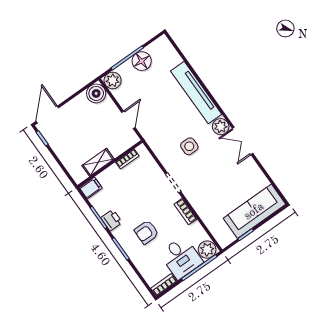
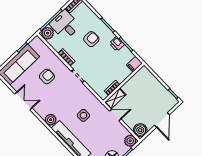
door: (47, 115) -> (162, 120), moved
door: (128, 120) -> (115, 115), swing flipped
double door: (243, 141) -> (23, 101), moved
side table: (189, 146) -> (83, 115), moved
shelving: (98, 162) -> (115, 99), moved
armchair: (217, 189) -> (47, 76), added

